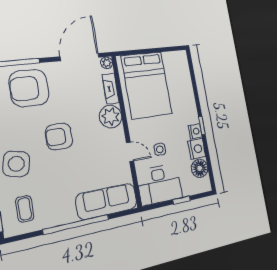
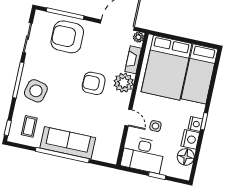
bed: (179, 80) -> (199, 74), added
armchair: (59, 137) -> (94, 83), moved
sofa: (107, 201) -> (68, 143), moved

